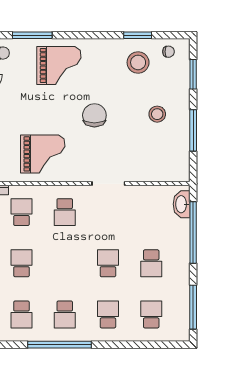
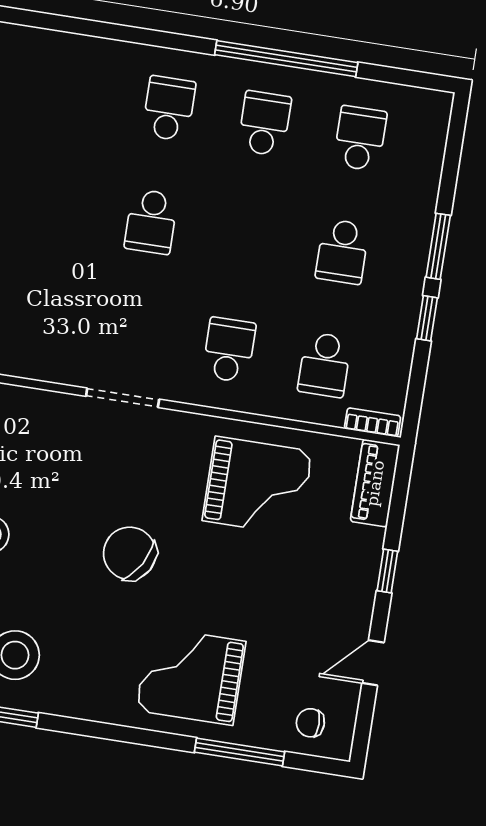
chair: (94, 115) -> (130, 553), turned 120
grand piano: (43, 154) -> (257, 486), turned 180
school desk: (151, 263) -> (56, 207), removed
school desk: (108, 314) -> (169, 108), turned 180
school desk: (151, 314) -> (73, 93), removed

